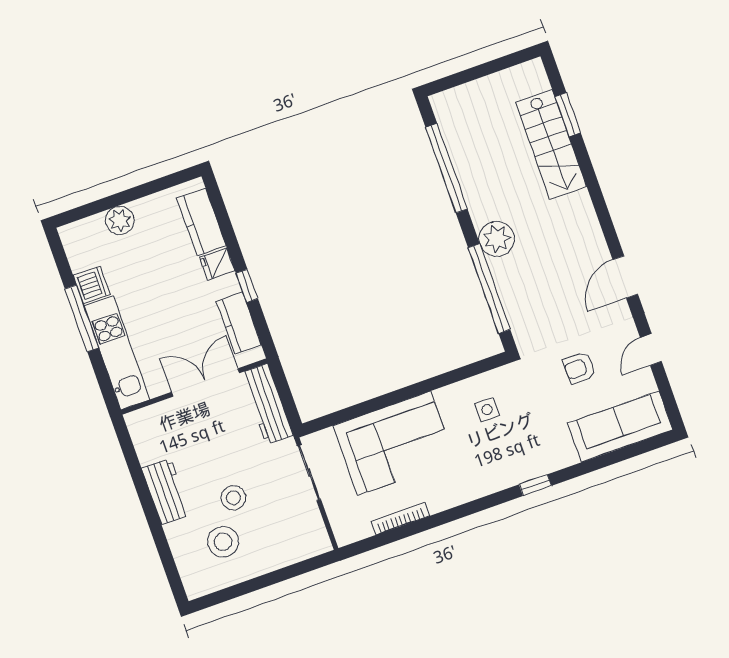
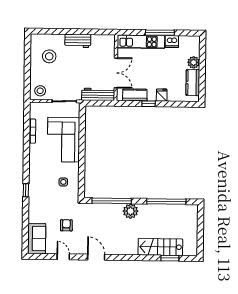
kitchen counter: (201, 222) -> (193, 83), moved, turned -90
sofa: (620, 427) -> (37, 239), width x0.73
stool: (233, 498) -> (40, 91), moved

